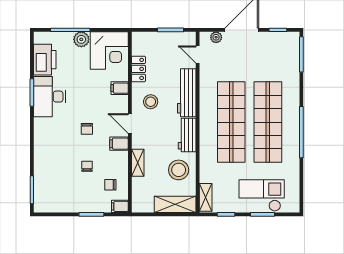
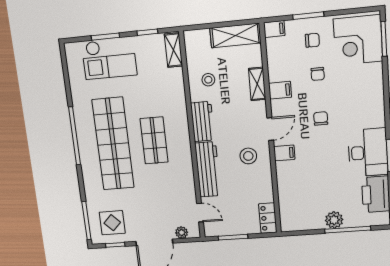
corner desk: (109, 50) -> (358, 40), moved, turned -90
display table: (278, 51) -> (112, 223), added
locker: (138, 69) -> (268, 218), moved
filing cabinet: (120, 88) -> (284, 153), moved
shop shelf: (231, 122) -> (154, 140), width x0.50, depth x0.74
door: (130, 123) -> (270, 129), hinge flipped
filing cabinet: (119, 144) -> (280, 90), moved
stool: (179, 170) -> (208, 80), width x0.53, depth x0.53
chair: (110, 185) -> (312, 40), moved
shelving: (175, 204) -> (235, 35), moved

